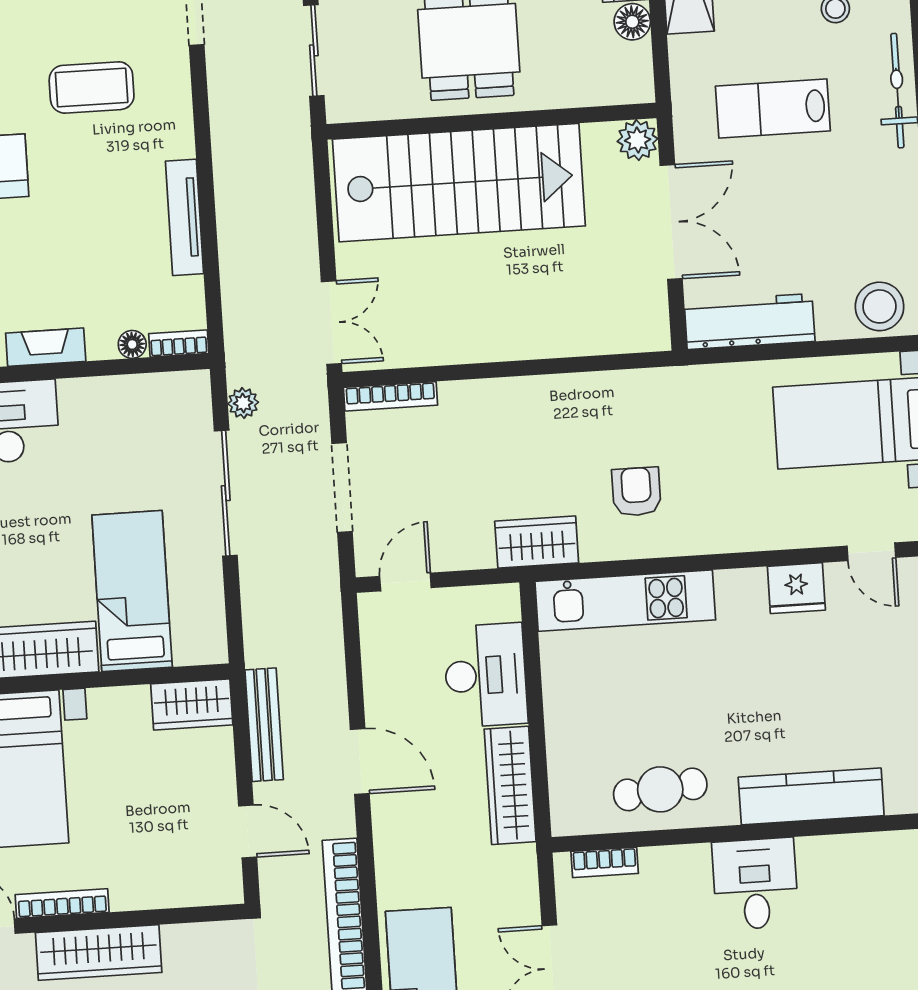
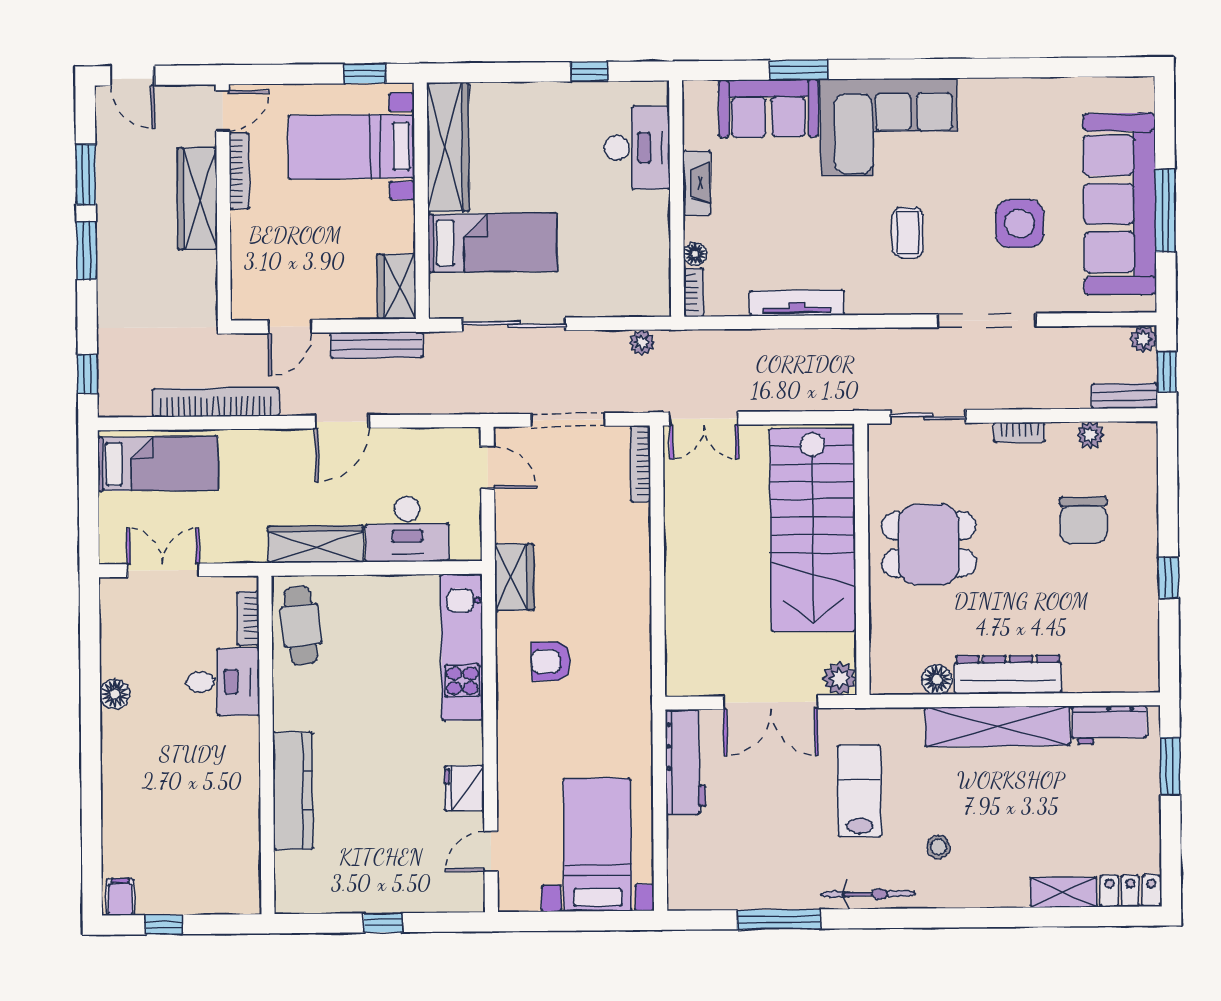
coffee table: (92, 87) -> (908, 233), width x0.73, depth x0.77
stool: (880, 306) -> (692, 869), removed
armchair: (636, 492) -> (551, 661), turned 180
sliding door: (226, 493) -> (514, 325), moved
cafe table: (660, 789) -> (301, 626), moved
desk: (755, 884) -> (223, 682), moved

